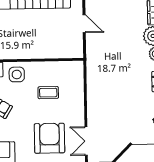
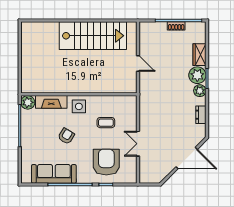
double door: (86, 141) -> (138, 144), moved

